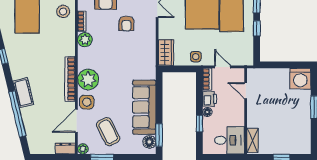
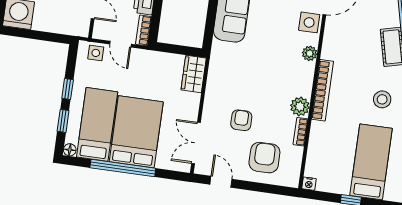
stool: (63, 11) -> (382, 99), moved
side table: (196, 57) -> (96, 53), moved
bookcase: (70, 79) -> (322, 90), moved
plant: (88, 79) -> (310, 53), width x0.53, depth x0.53

